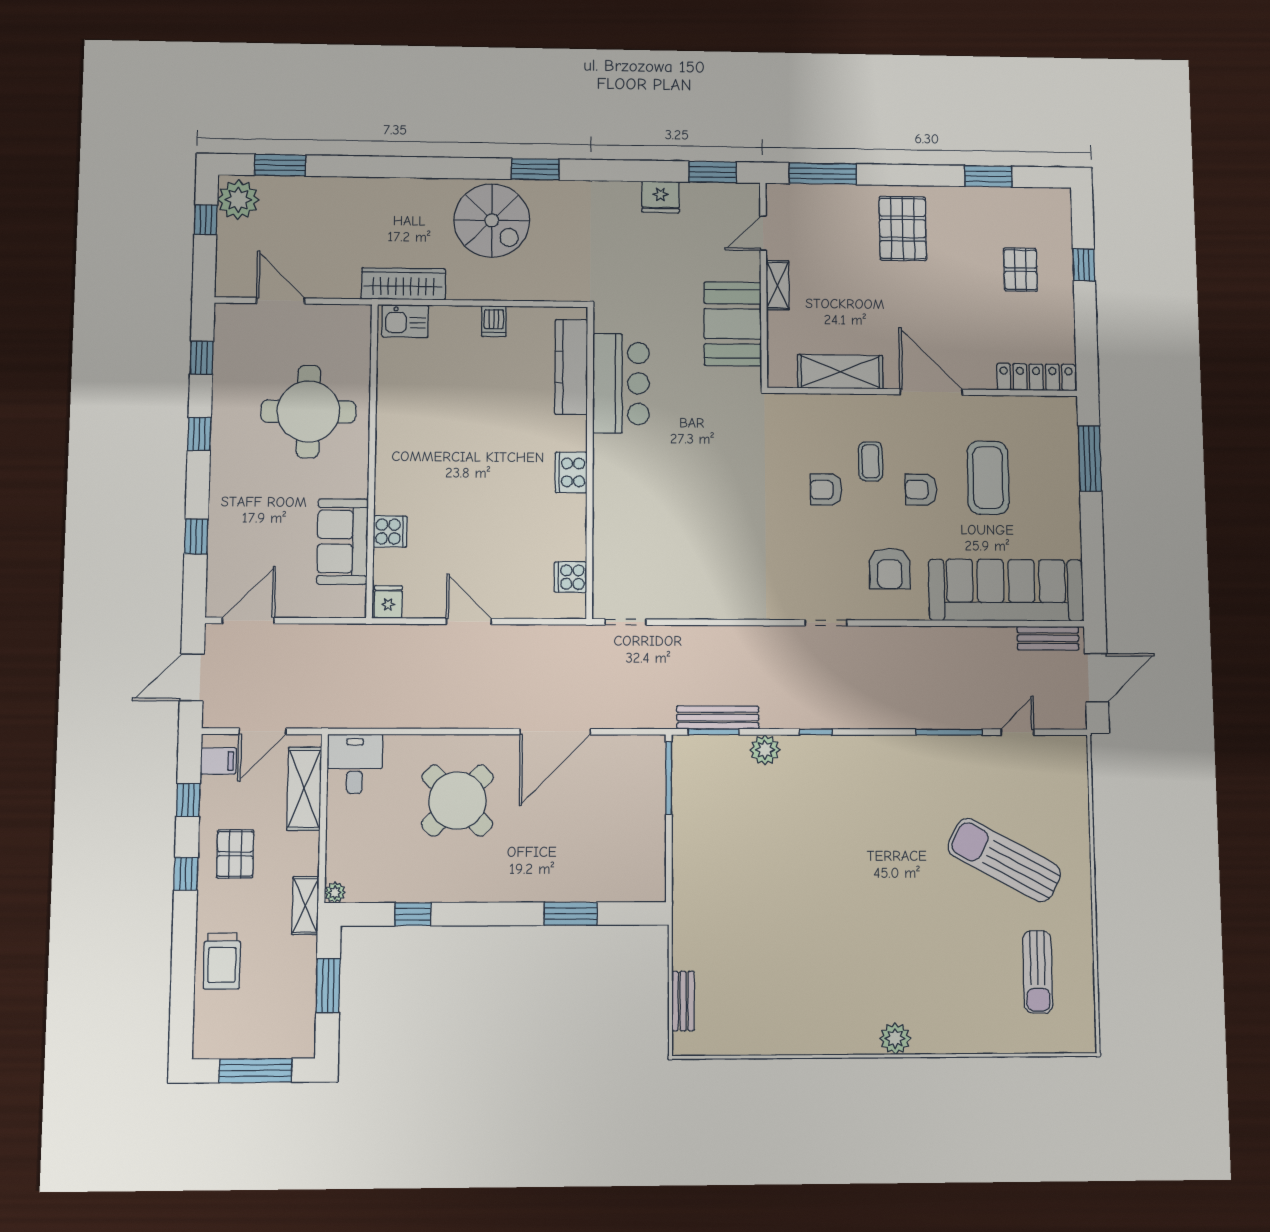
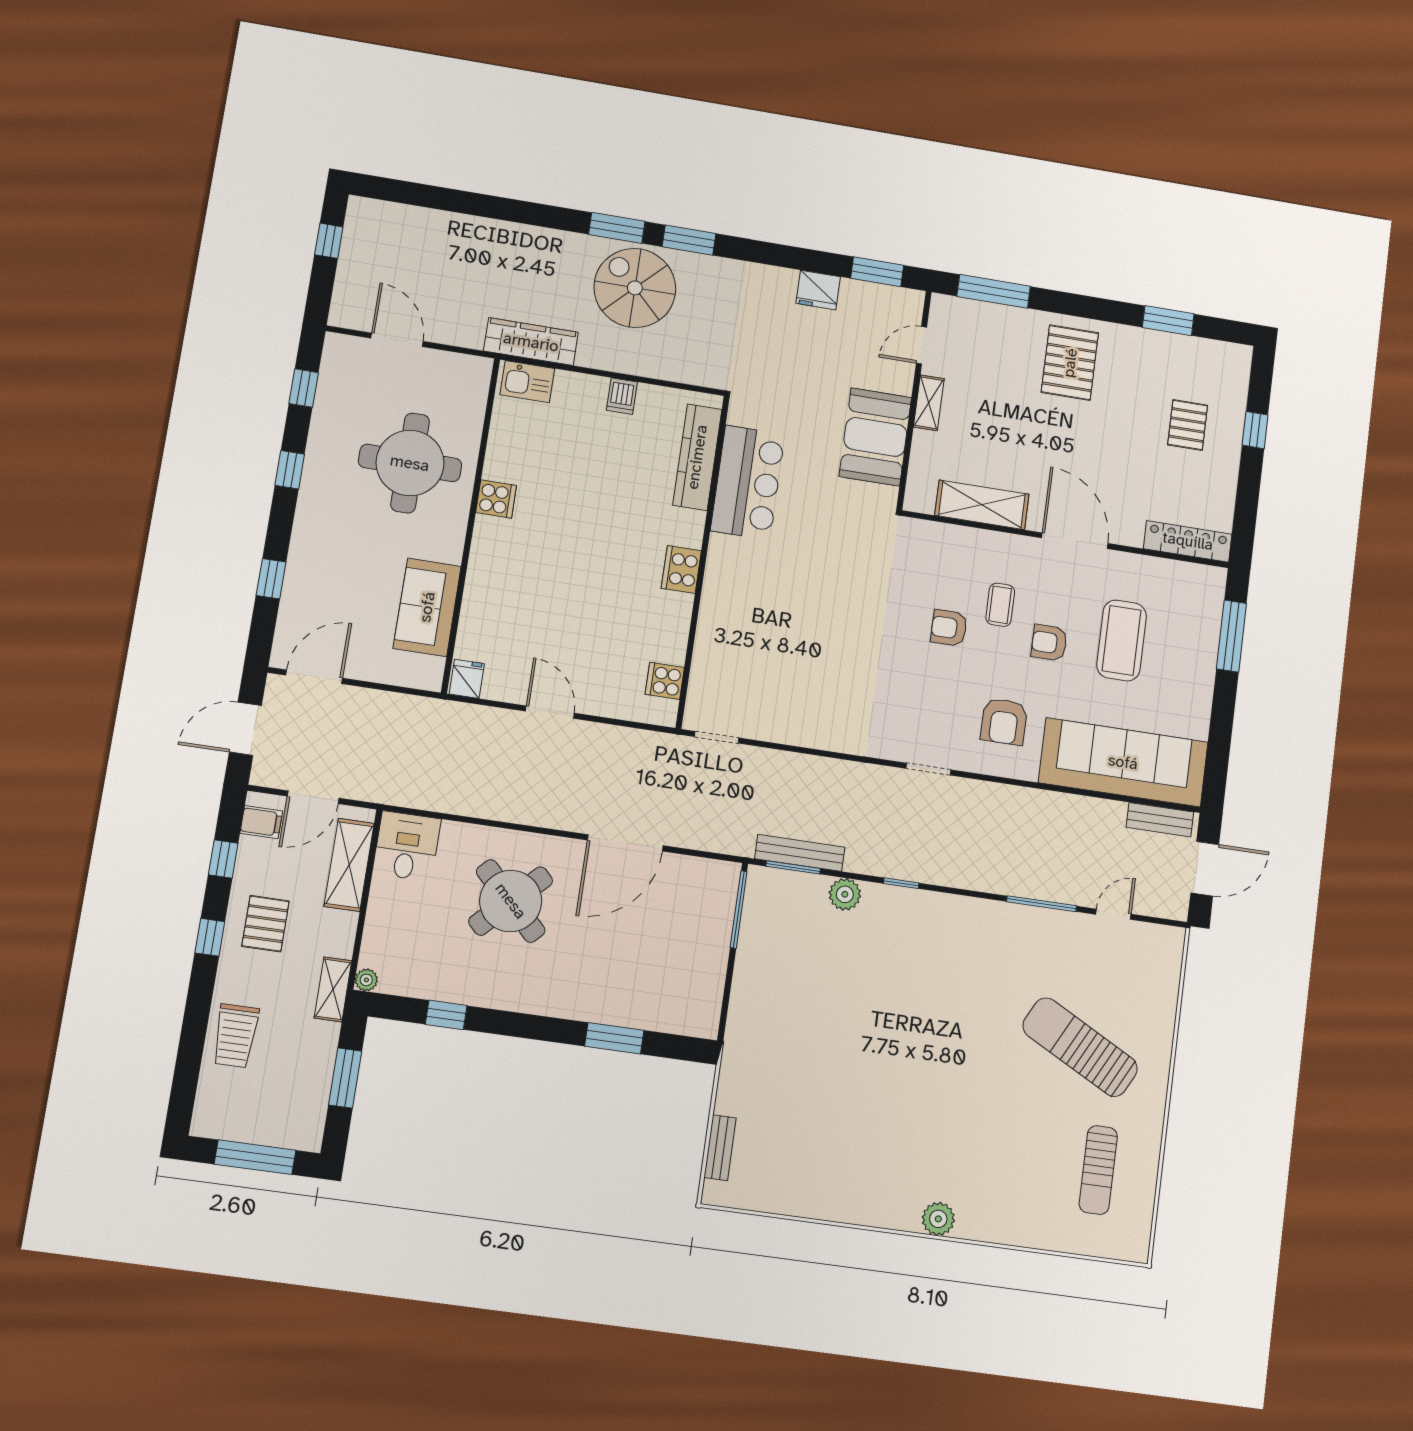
window: (280, 165) -> (617, 228), moved
plant: (238, 200) -> (367, 225), removed
spiral stairs: (492, 220) -> (635, 288), turned 180
cooker: (390, 532) -> (496, 499), moved

